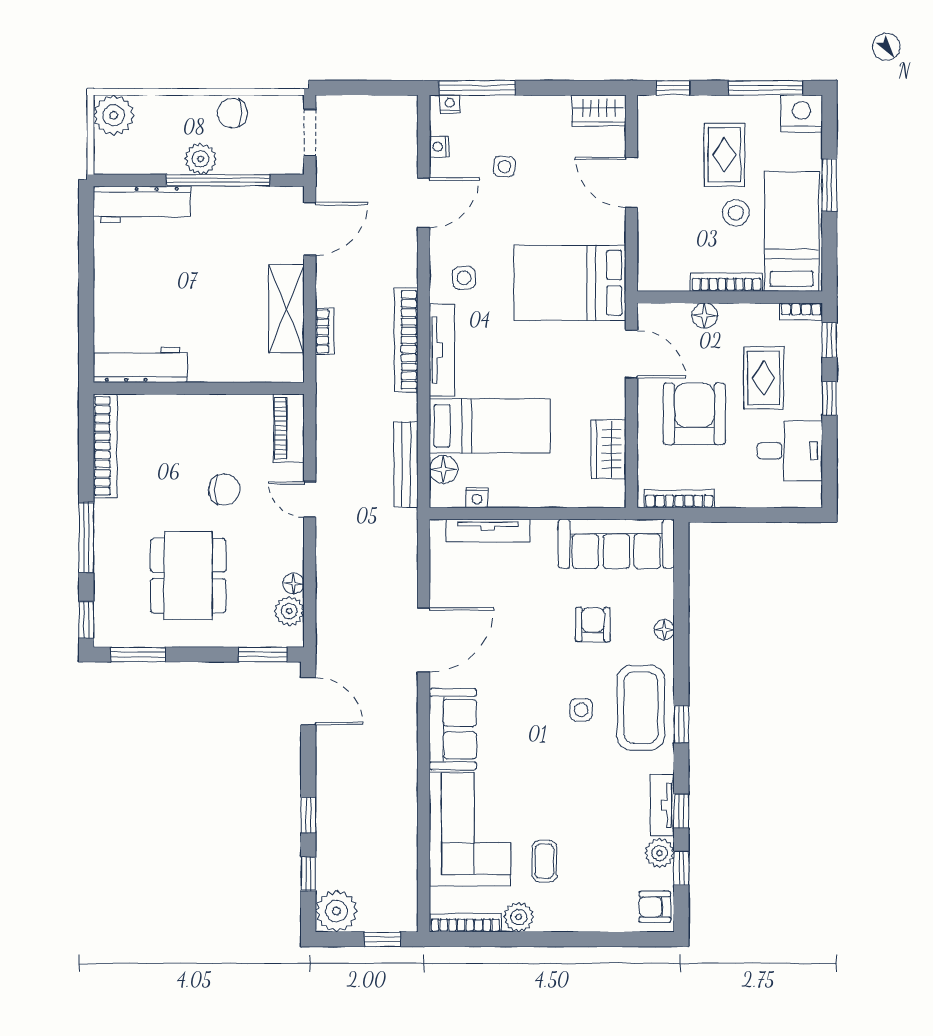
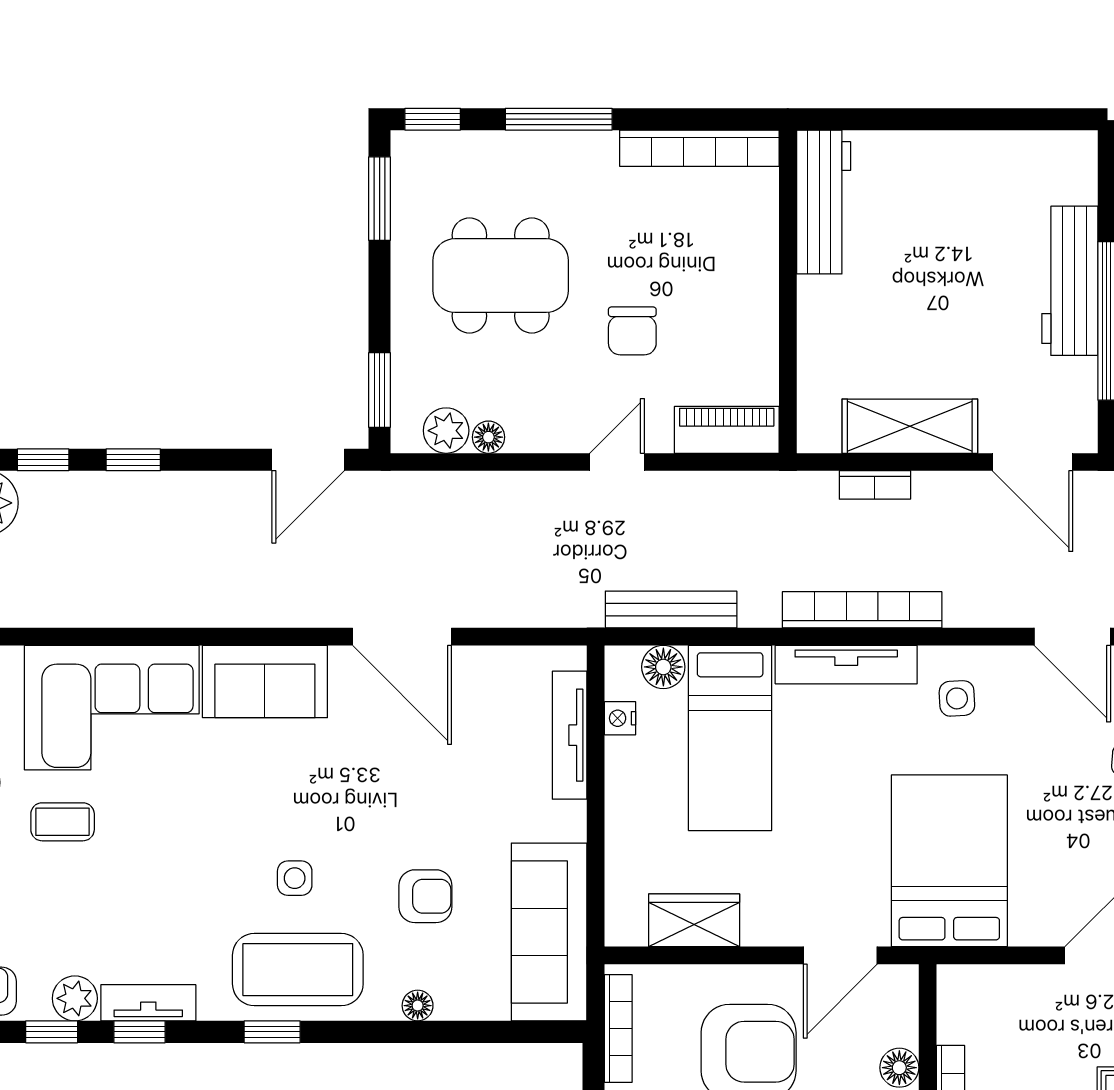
workbench: (142, 204) -> (1070, 281), moved

